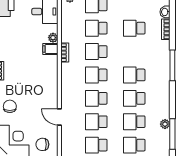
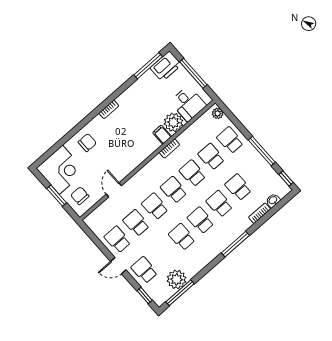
plant: (53, 38) -> (173, 122), width x1.88, depth x1.88
school desk: (134, 122) -> (219, 204), moved
plant: (165, 124) -> (177, 279), width x1.88, depth x1.88

